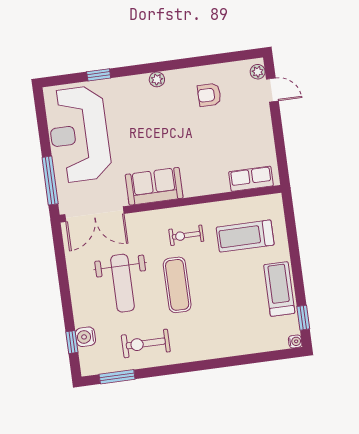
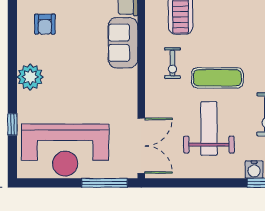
plant: (157, 79) -> (30, 77), width x1.88, depth x1.88
sofa: (154, 186) -> (123, 43), moved
weight bench: (122, 283) -> (209, 128), turned -90

